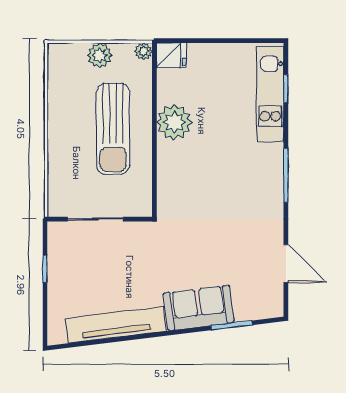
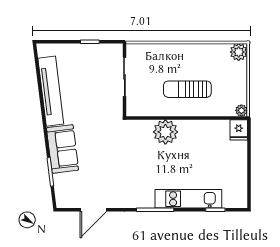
plant: (100, 55) -> (239, 52), moved
kitchen unit: (270, 94) -> (188, 199), moved
plant: (174, 122) -> (165, 132), moved
sun lounger: (113, 129) -> (187, 89), width x0.73, depth x0.75

